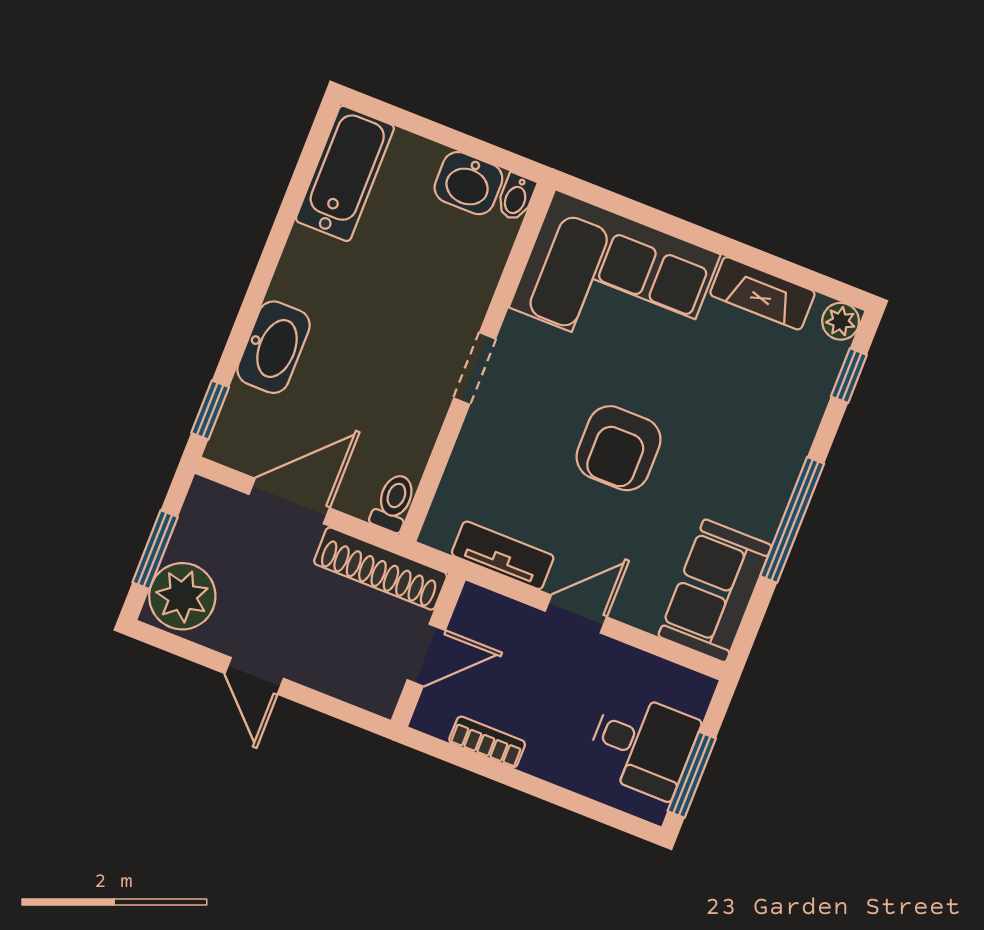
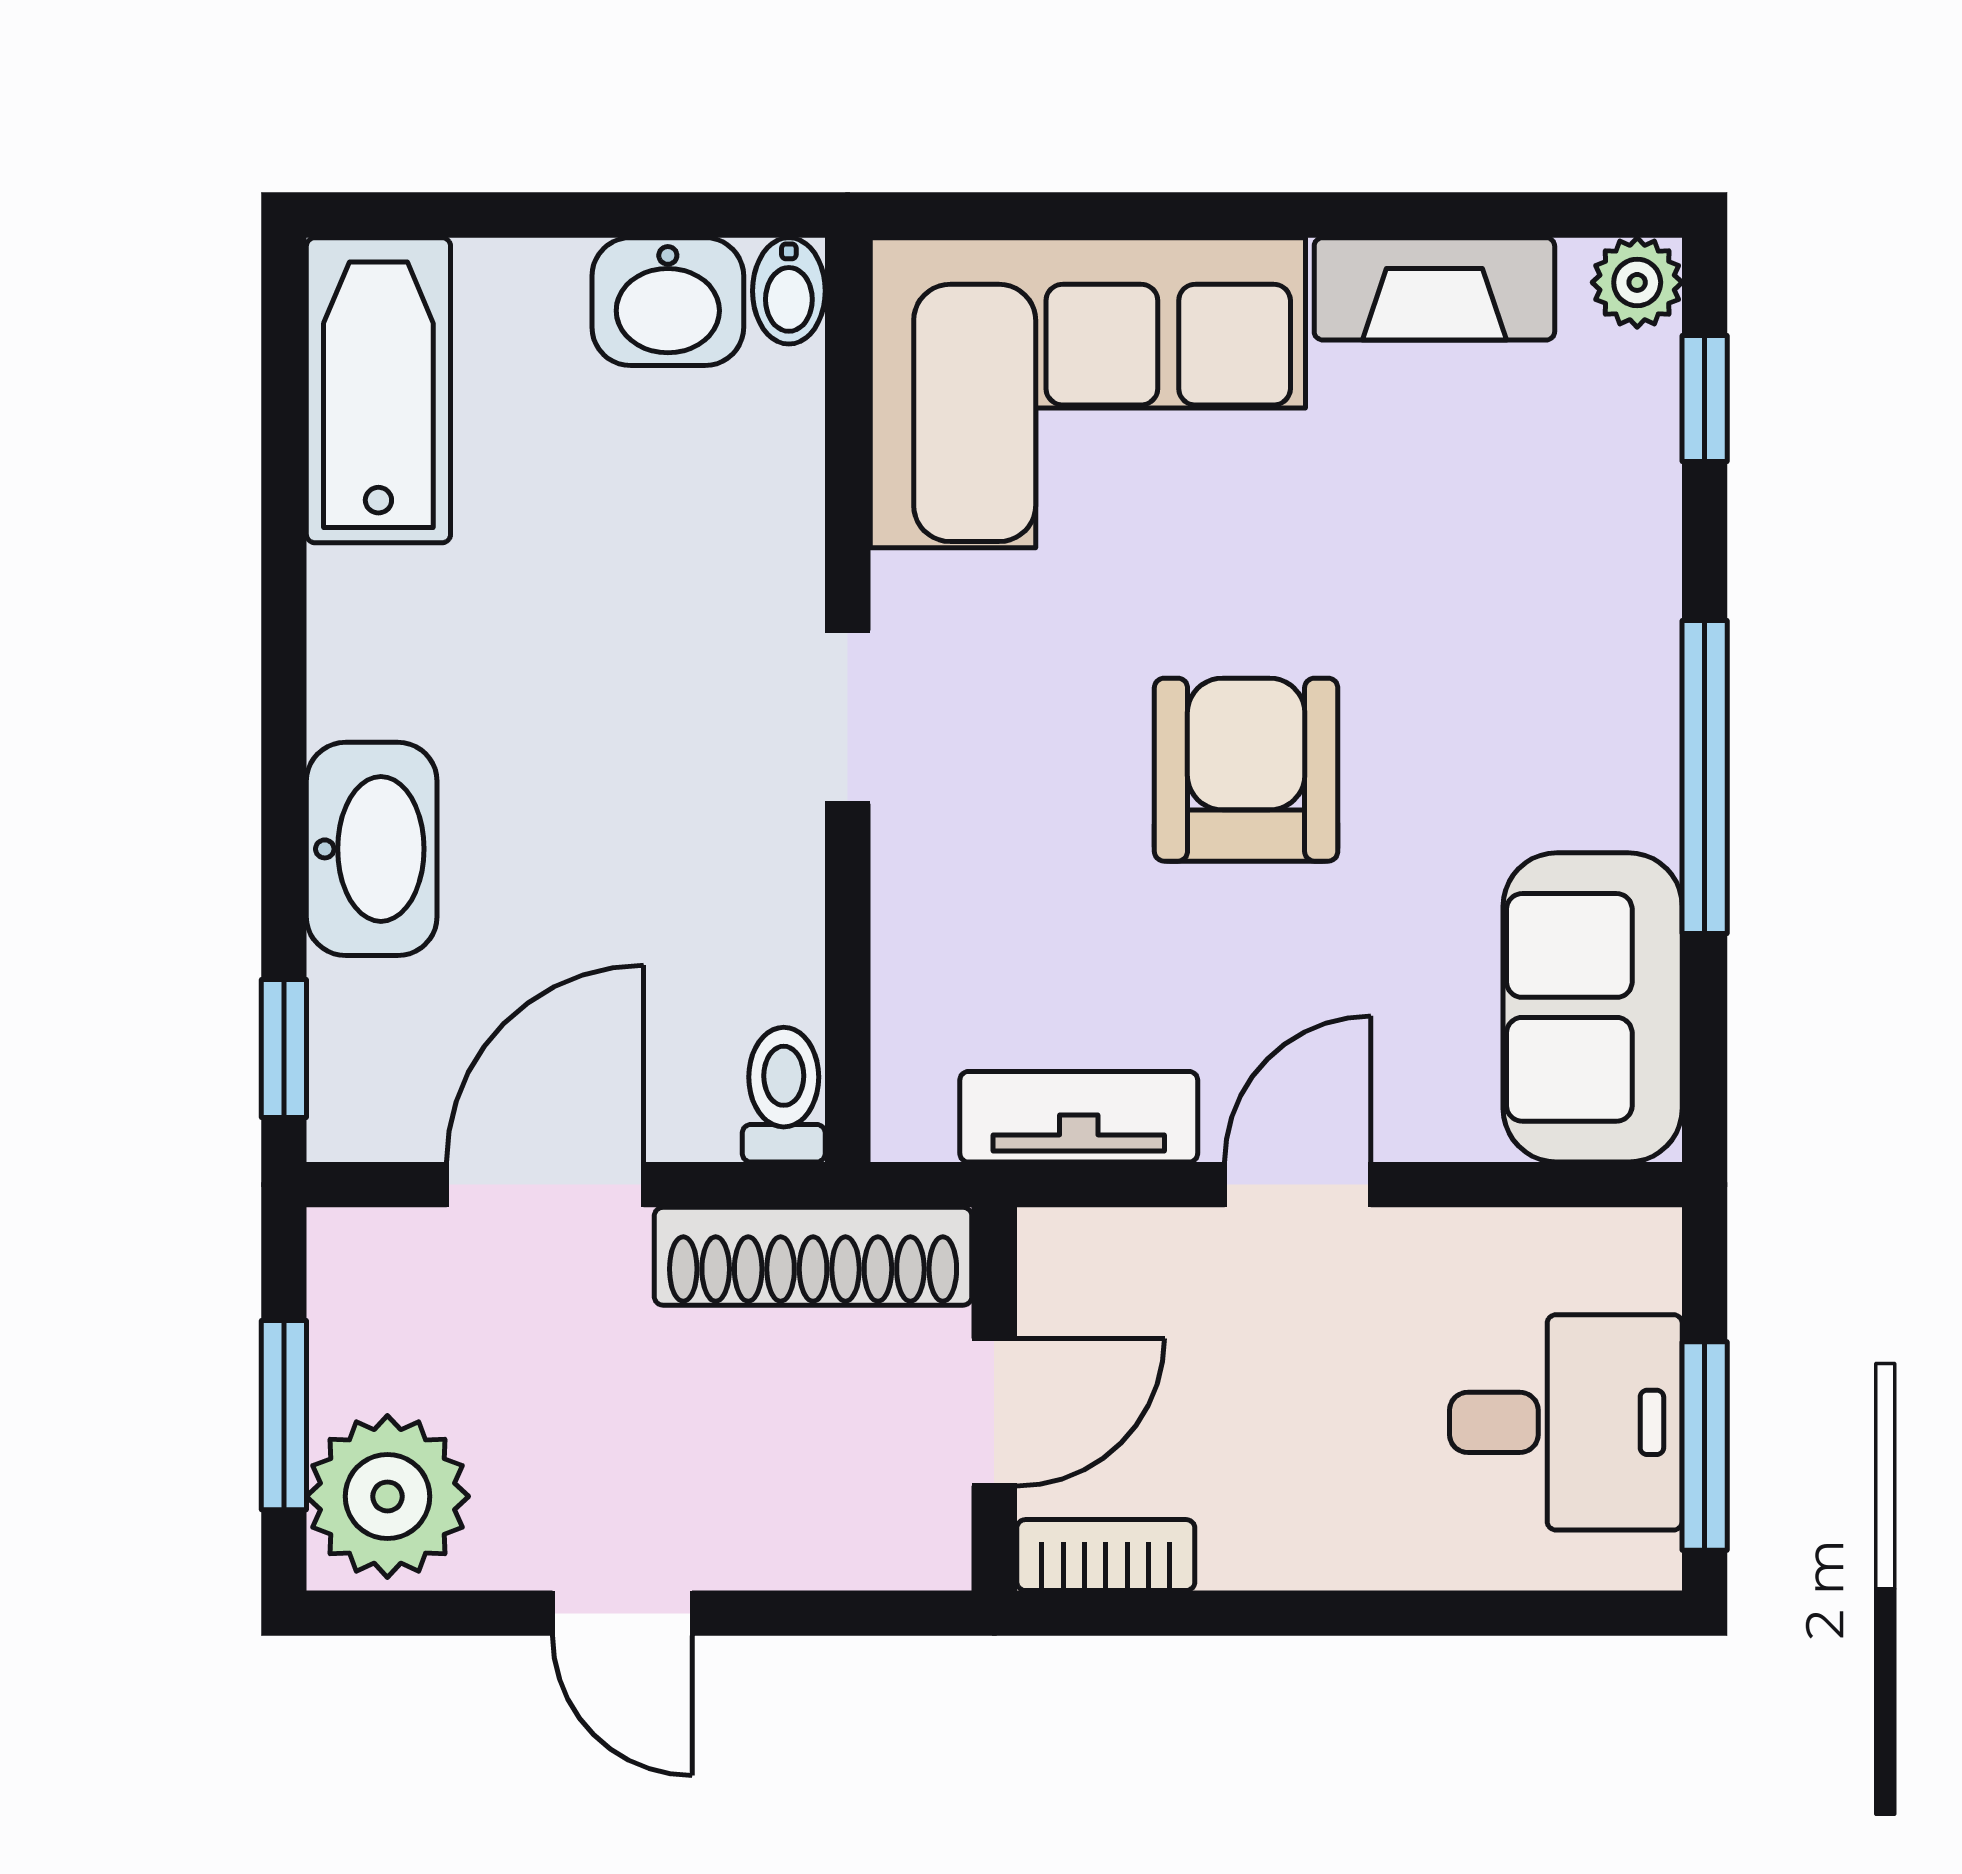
armchair: (619, 448) -> (1246, 770), turned 180
bookcase: (487, 742) -> (1106, 1555), moved

